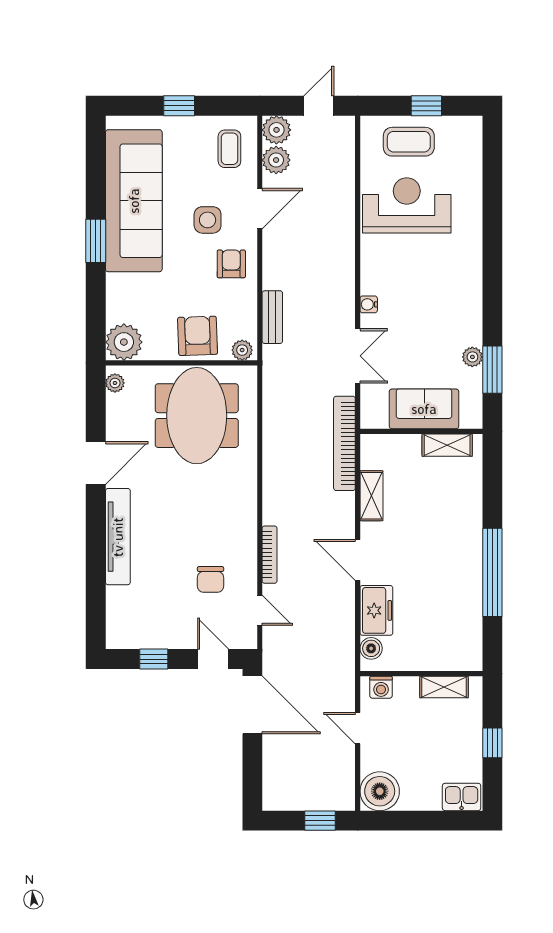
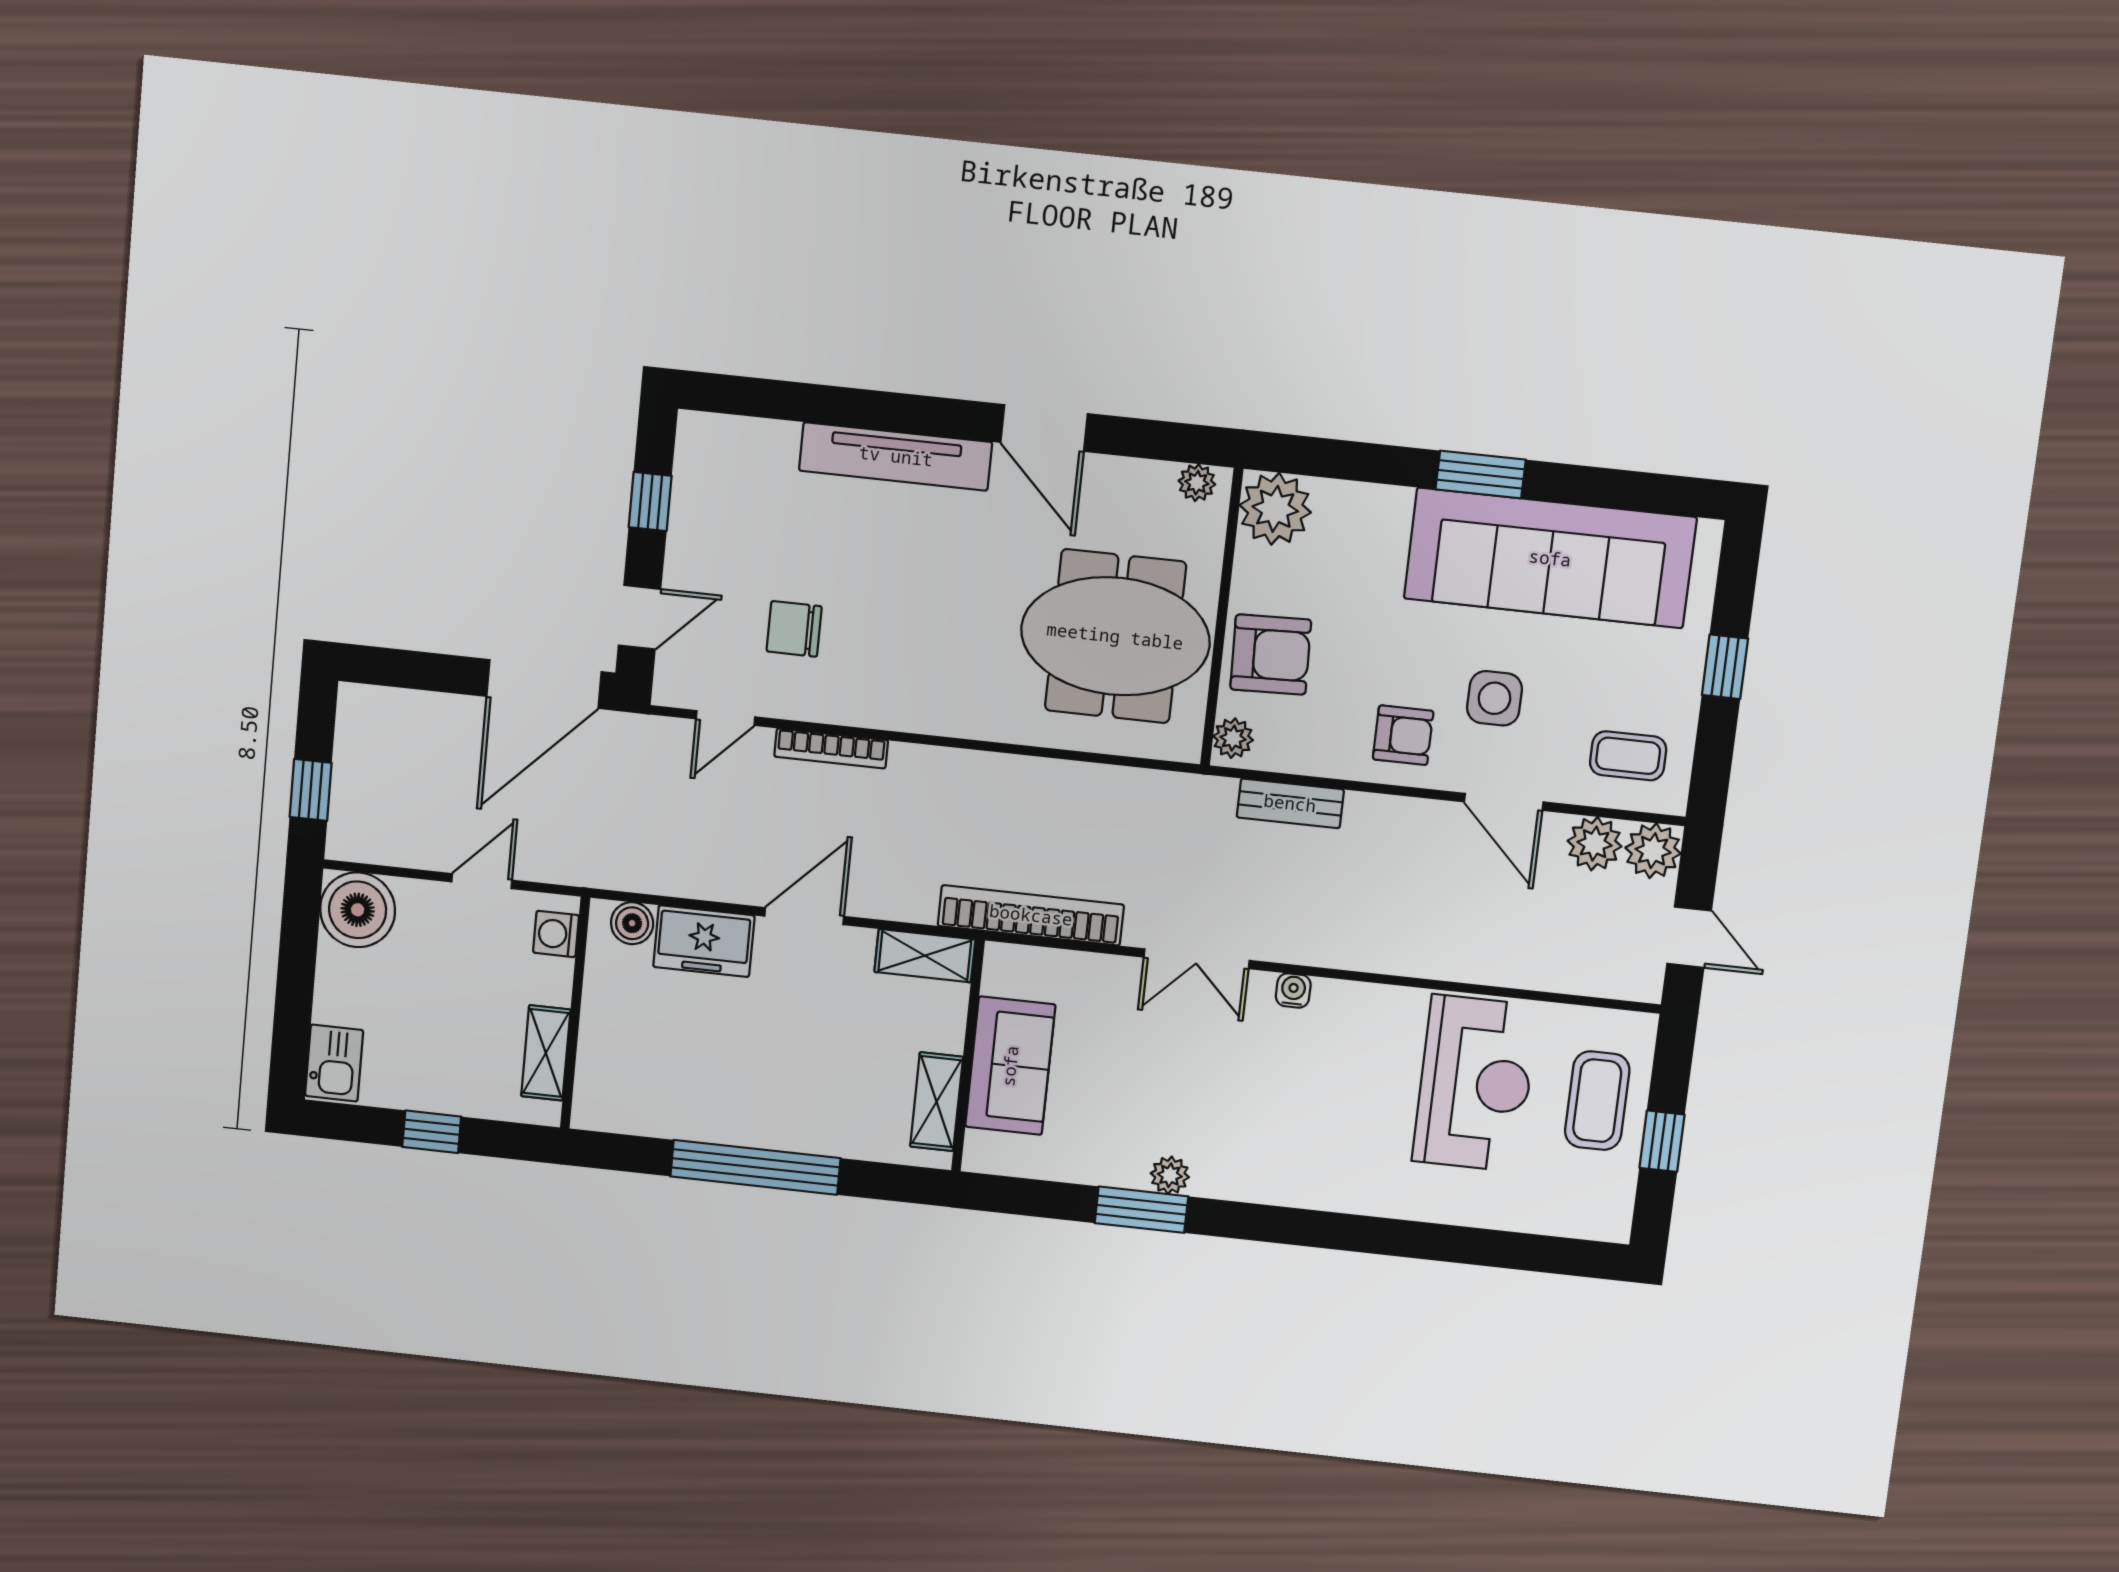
sofa: (424, 409) -> (1010, 1066), moved
wall: (421, 431) -> (968, 1056), moved
shelving: (447, 445) -> (937, 1102), moved

